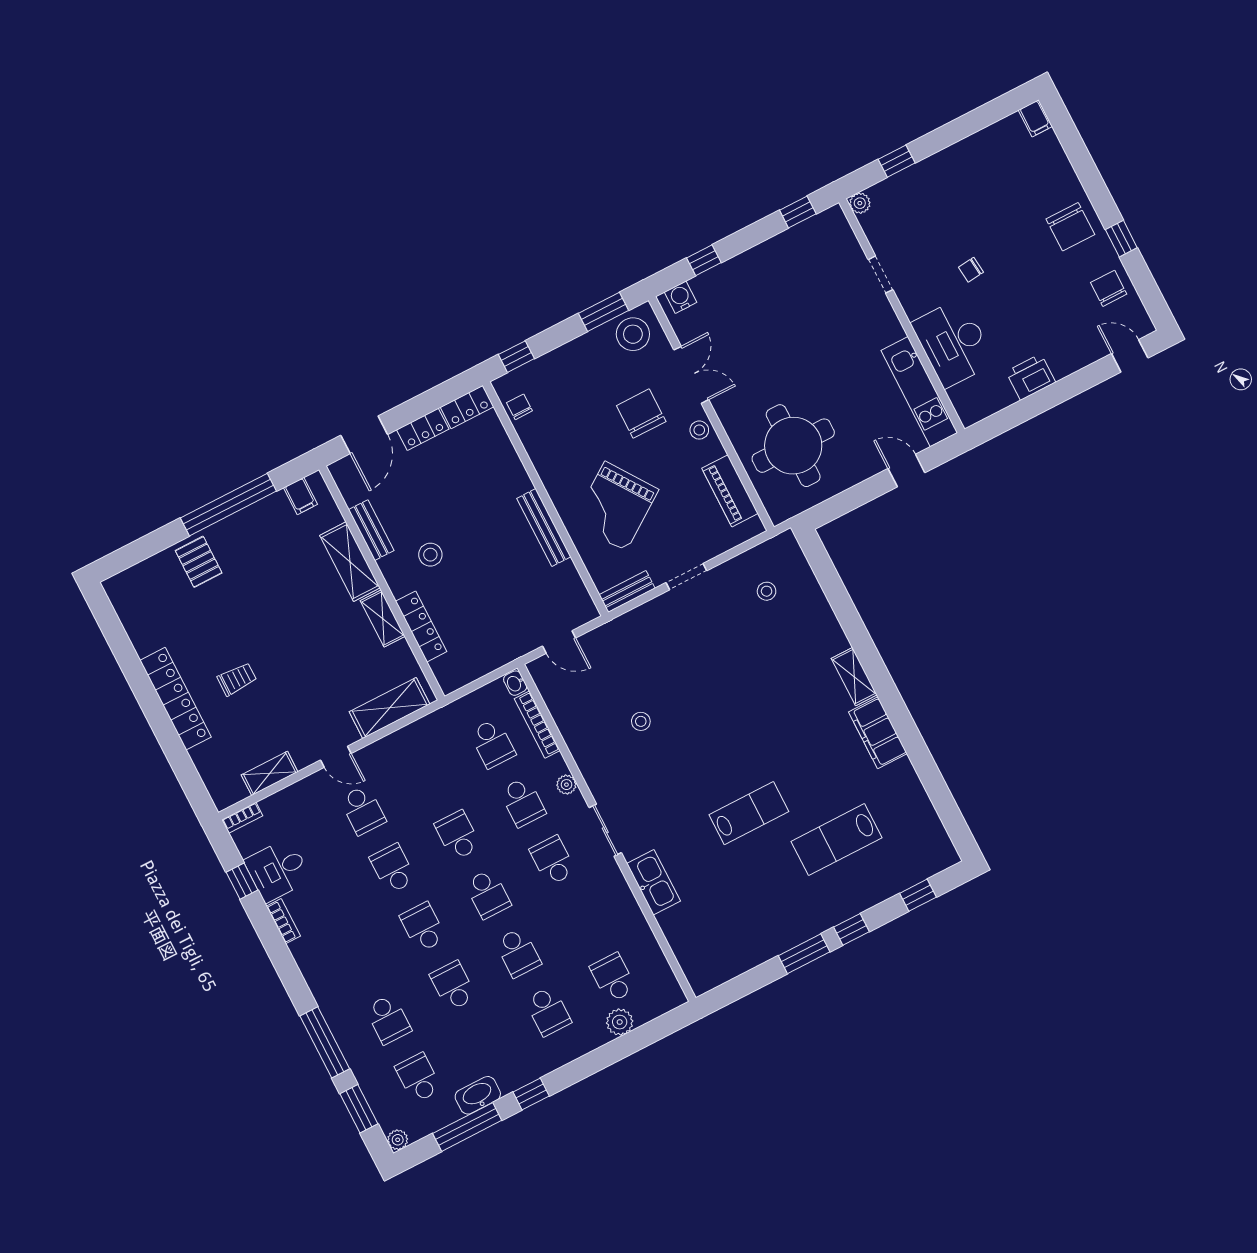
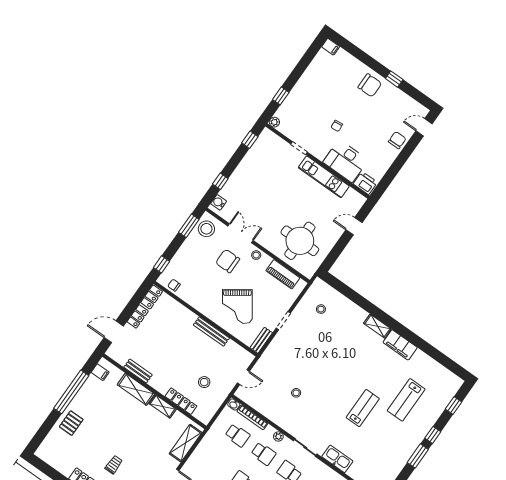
chair: (1109, 288) -> (397, 140), moved, turned 90
printer: (1031, 377) -> (365, 183), moved, turned 90
kitchen unit: (919, 392) -> (324, 177), moved
door: (364, 435) -> (114, 332), swing flipped
stool: (430, 555) -> (204, 382), moved
pallet: (199, 562) -> (71, 423), turned 90

